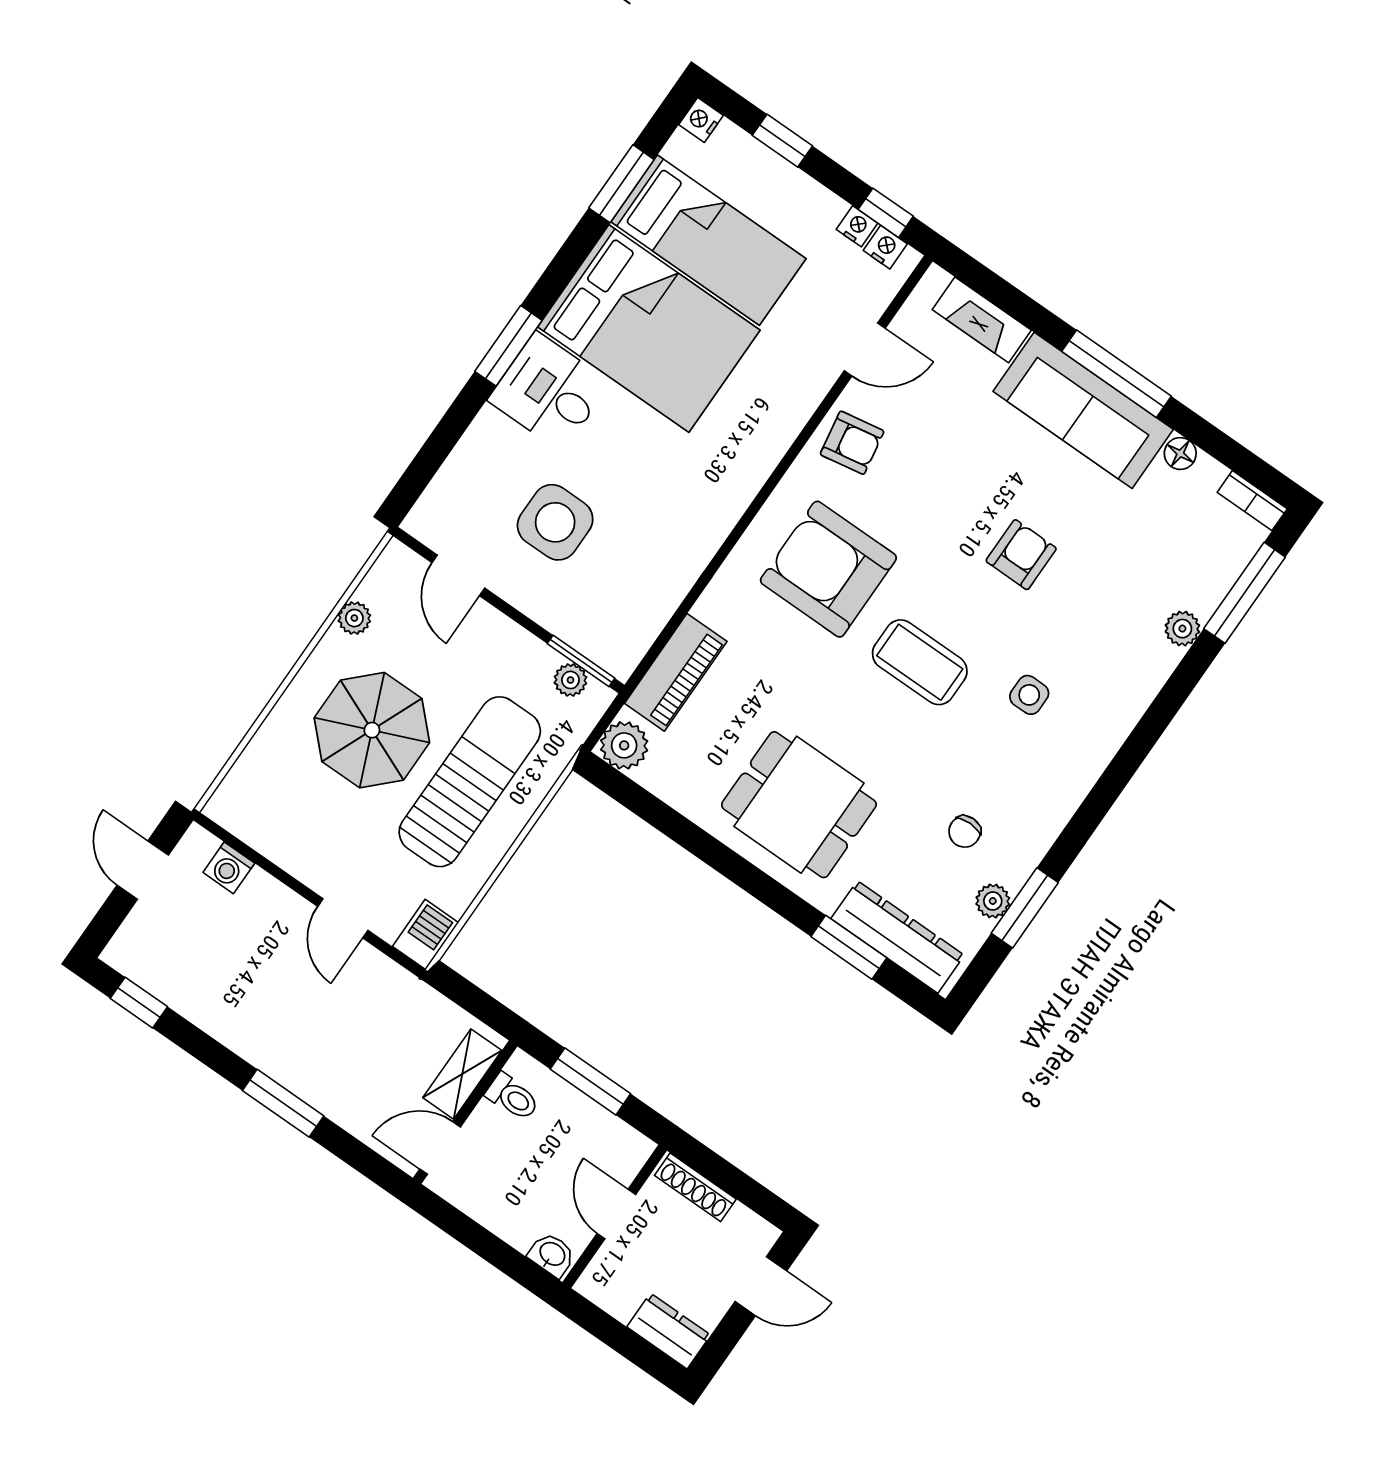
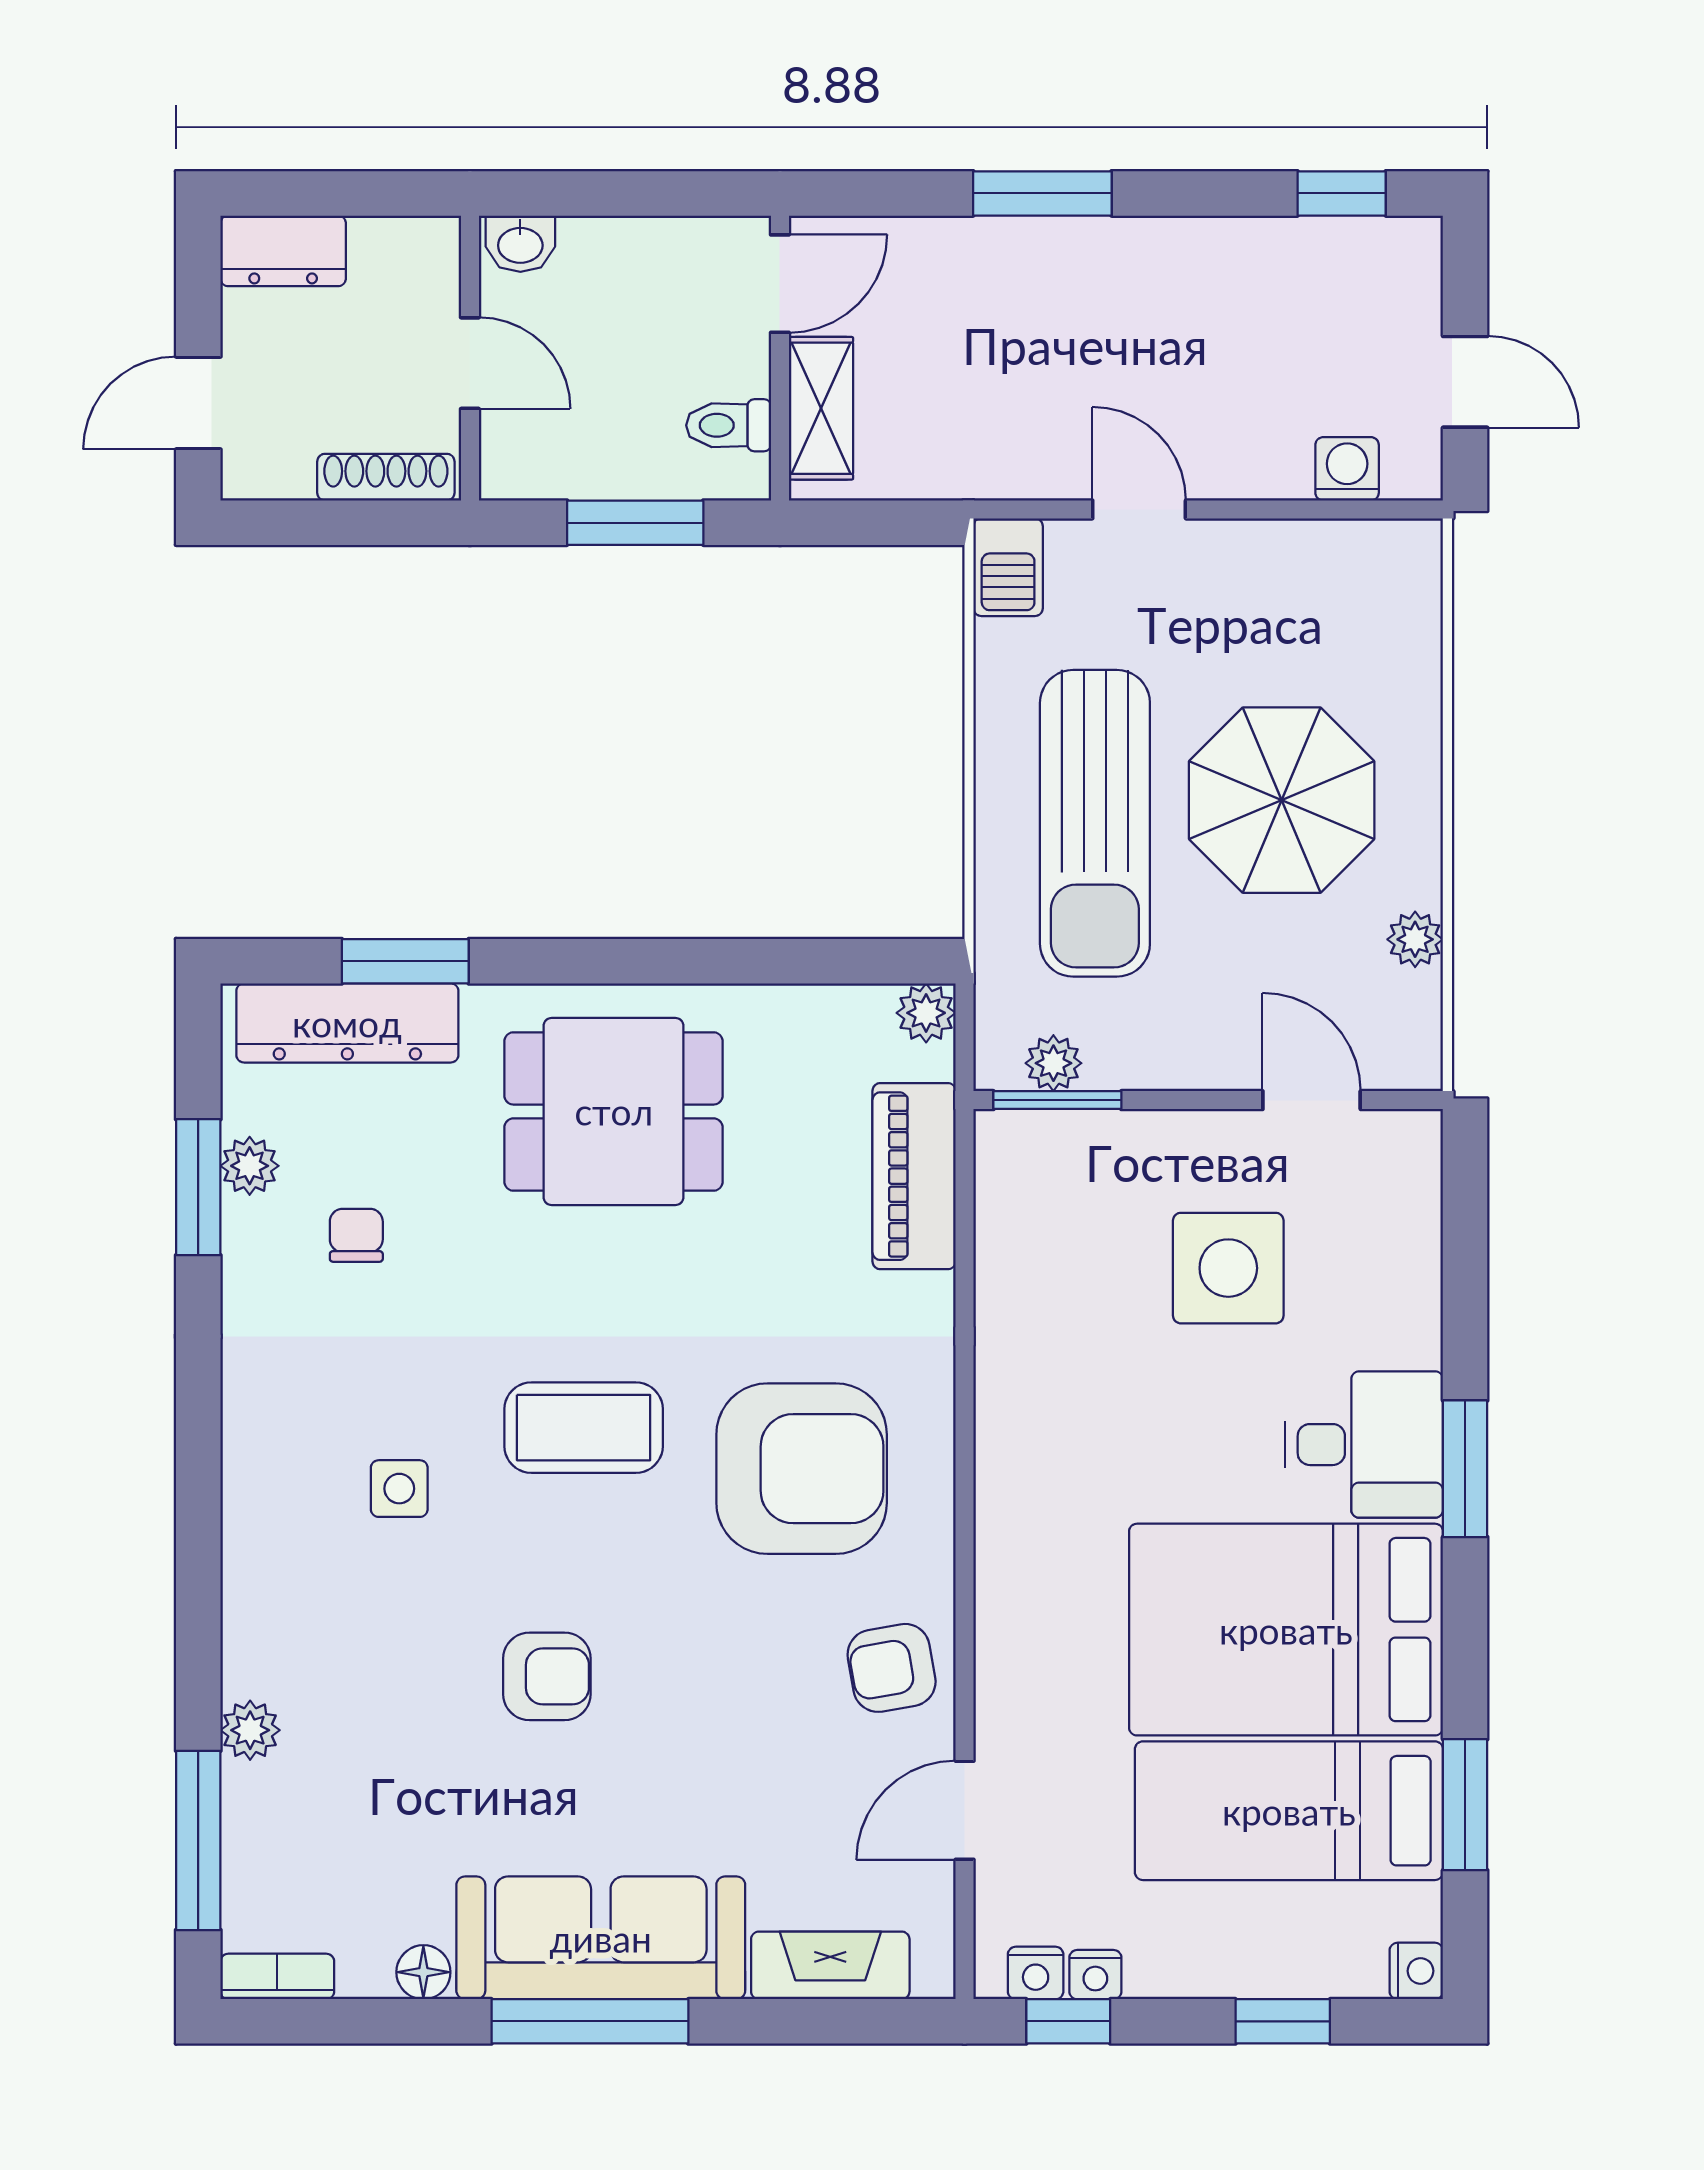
armchair: (1021, 555) -> (547, 1676), turned -90
plant: (624, 745) -> (926, 1013), width x0.73, depth x0.73

